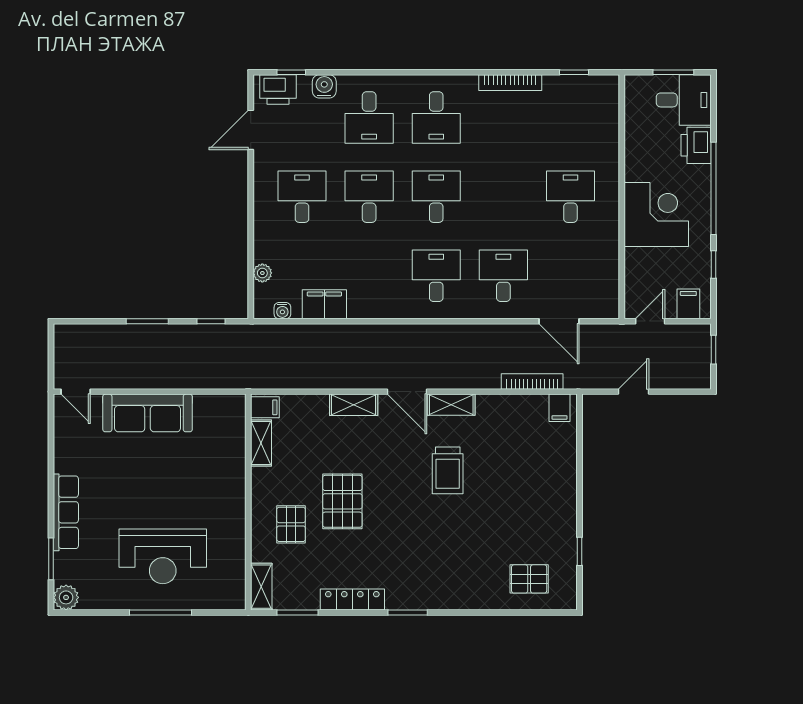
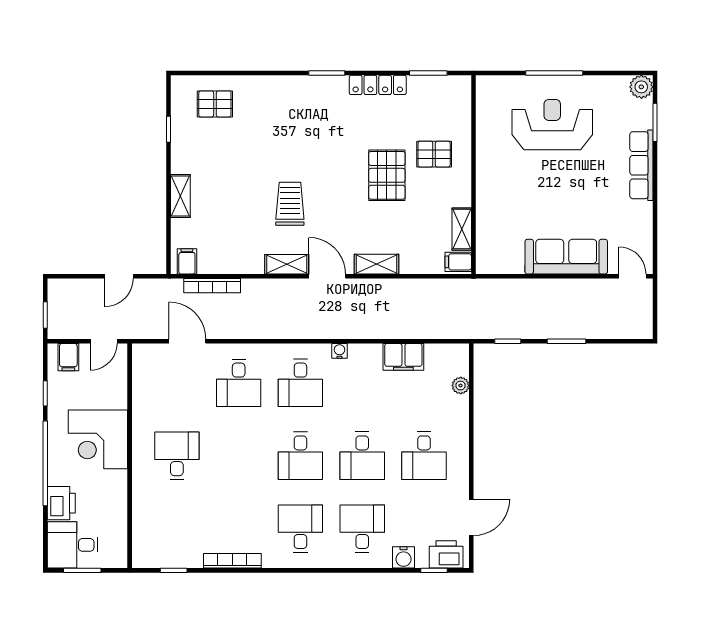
desk: (570, 197) -> (177, 456), turned 180
water cooler: (282, 311) -> (340, 351), moved
pallet: (291, 524) -> (434, 154), turned 90
shelving: (261, 587) -> (180, 196), moved

